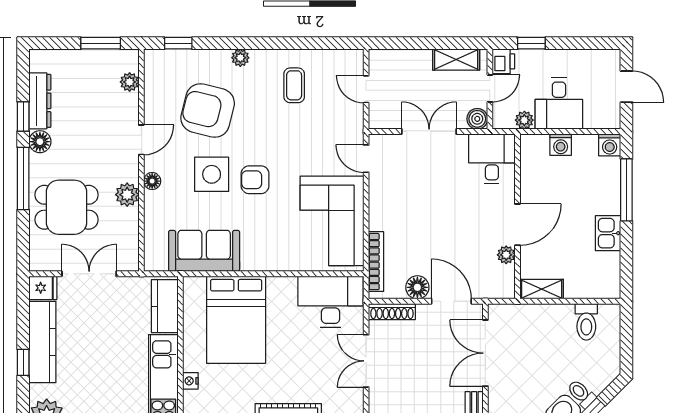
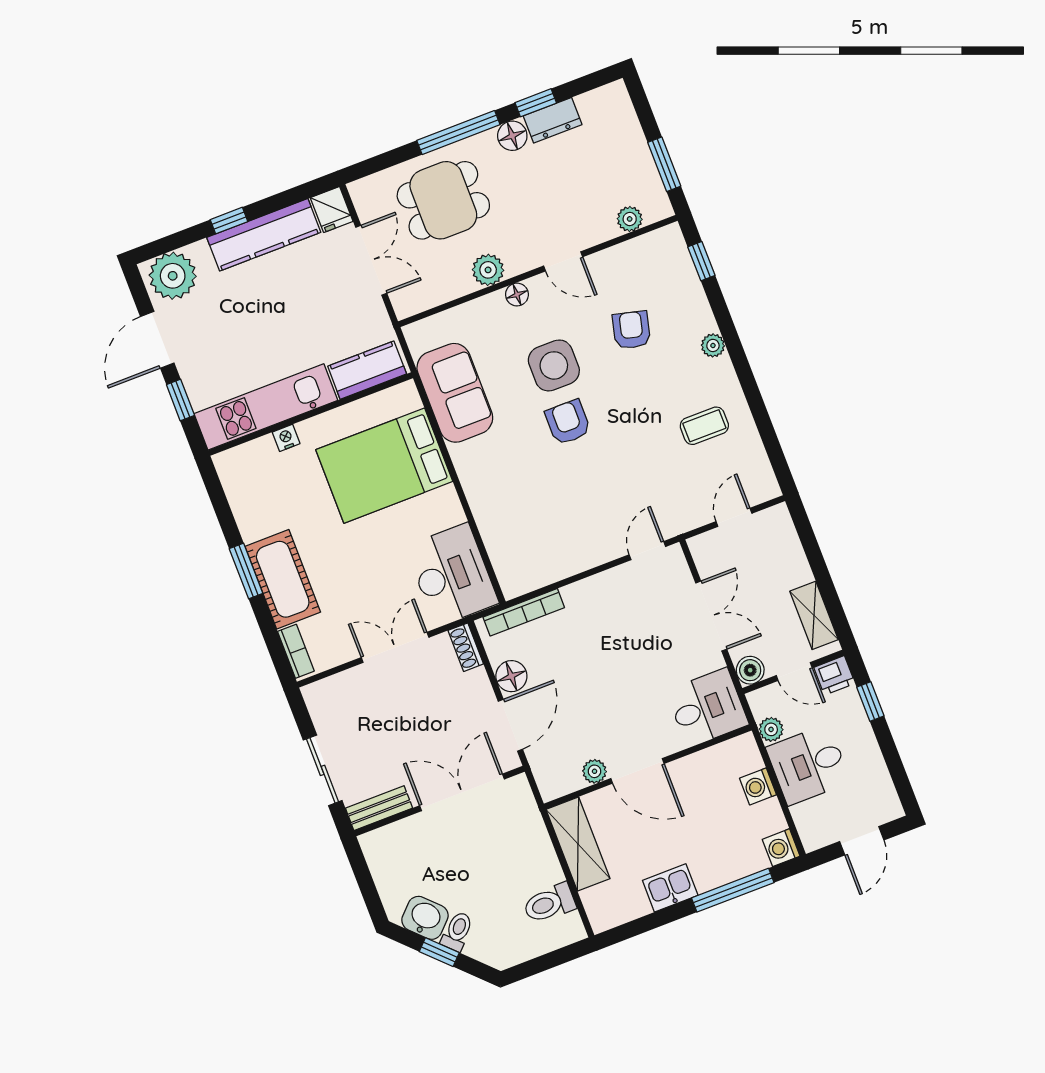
dresser: (40, 101) -> (553, 120), width x0.70
armchair: (208, 111) -> (631, 330), width x0.53, depth x0.53
dining table: (67, 207) -> (443, 200), turned 90
corner sofa: (332, 221) -> (553, 538), removed
shelving: (542, 289) -> (578, 844), width x1.50, depth x1.33
shoe rack: (392, 312) -> (466, 647), width x0.70

